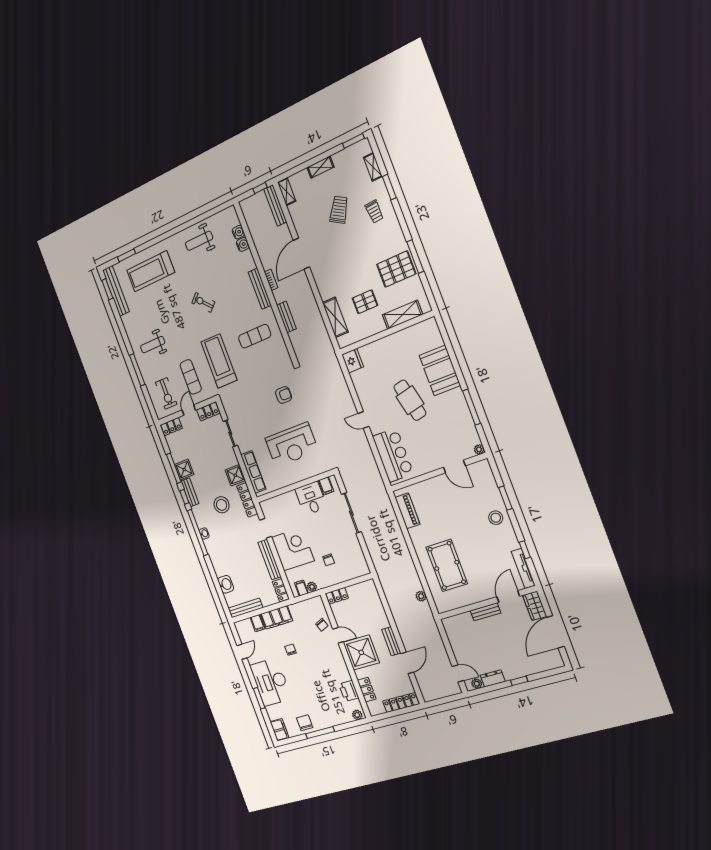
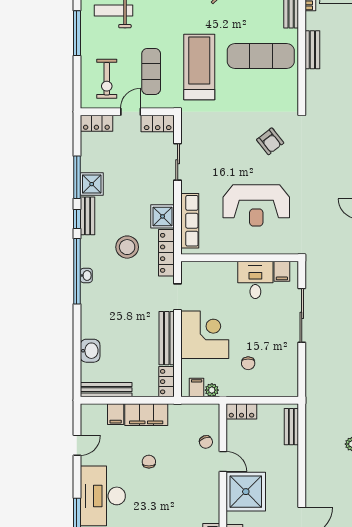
exercise mat: (255, 336) -> (261, 56), width x1.36, depth x1.45
armchair: (284, 395) -> (270, 141), turned 52
bench: (391, 641) -> (291, 427), moved

